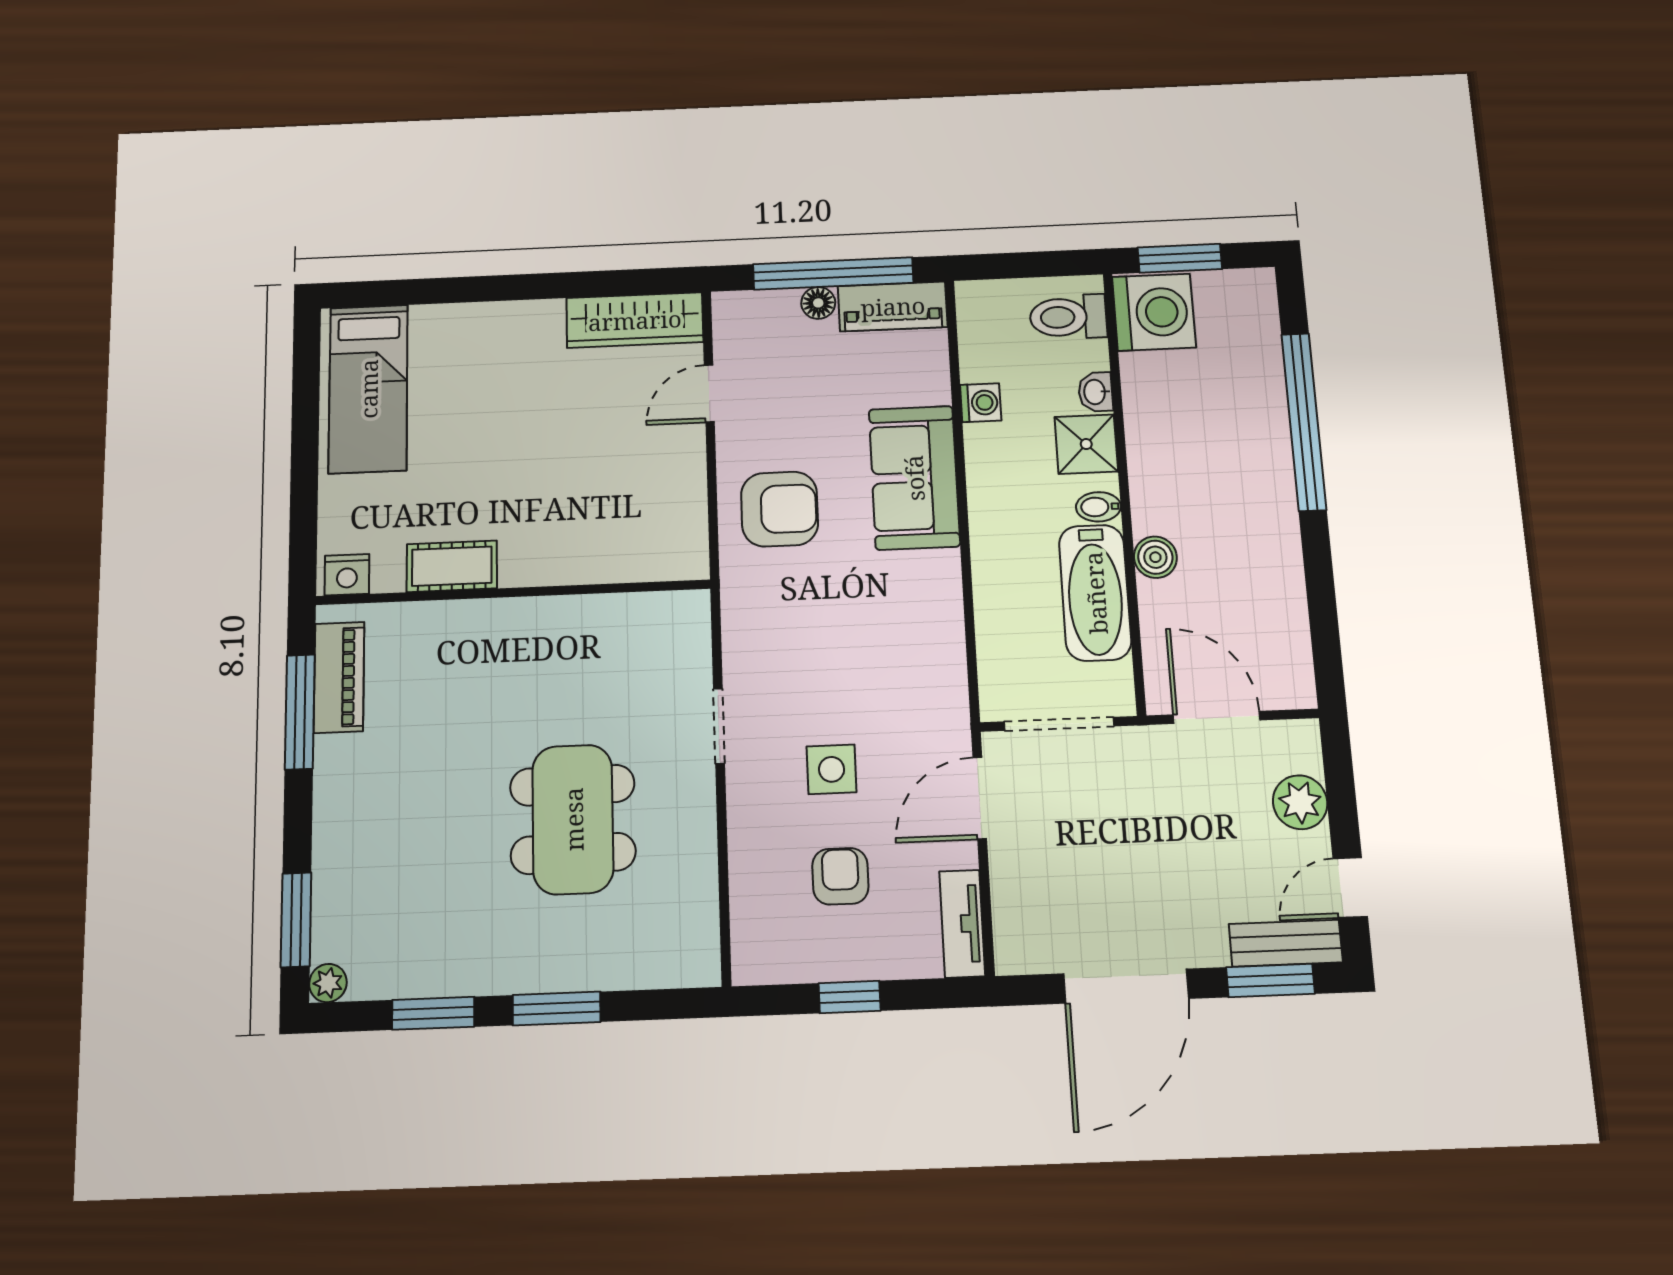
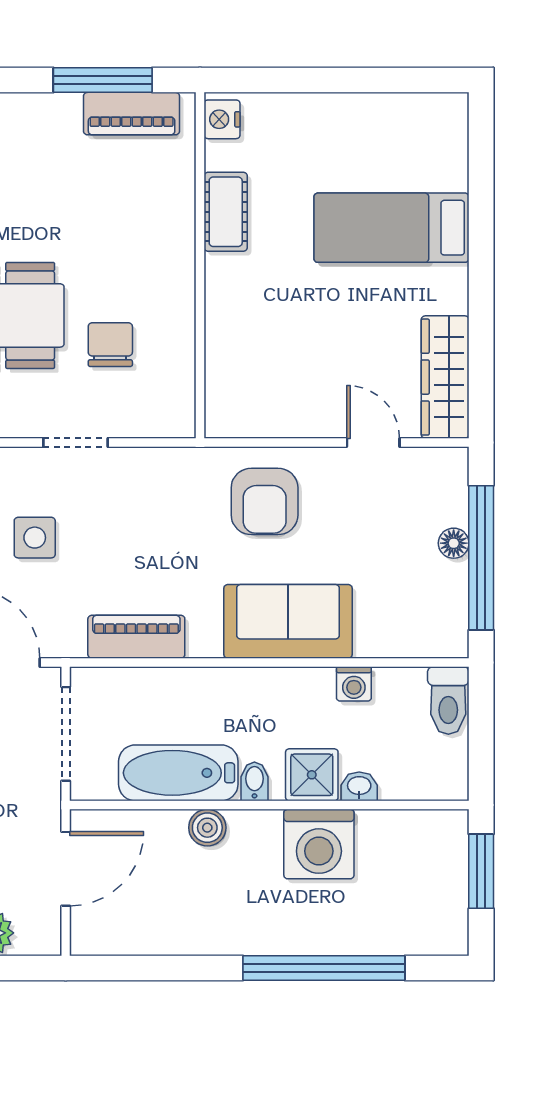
piano: (893, 306) -> (136, 637), moved, turned 90
washing machine: (1154, 312) -> (319, 844), moved
toilet: (1068, 317) -> (448, 700), moved, turned 180
bed: (368, 389) -> (391, 228), moved
chair: (605, 691) -> (110, 345), added

